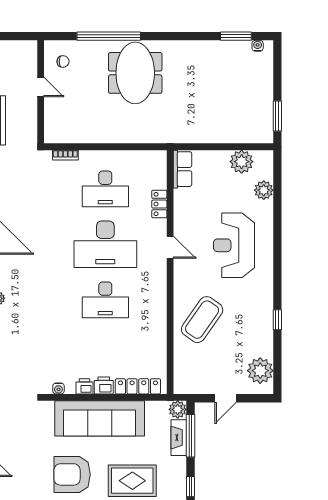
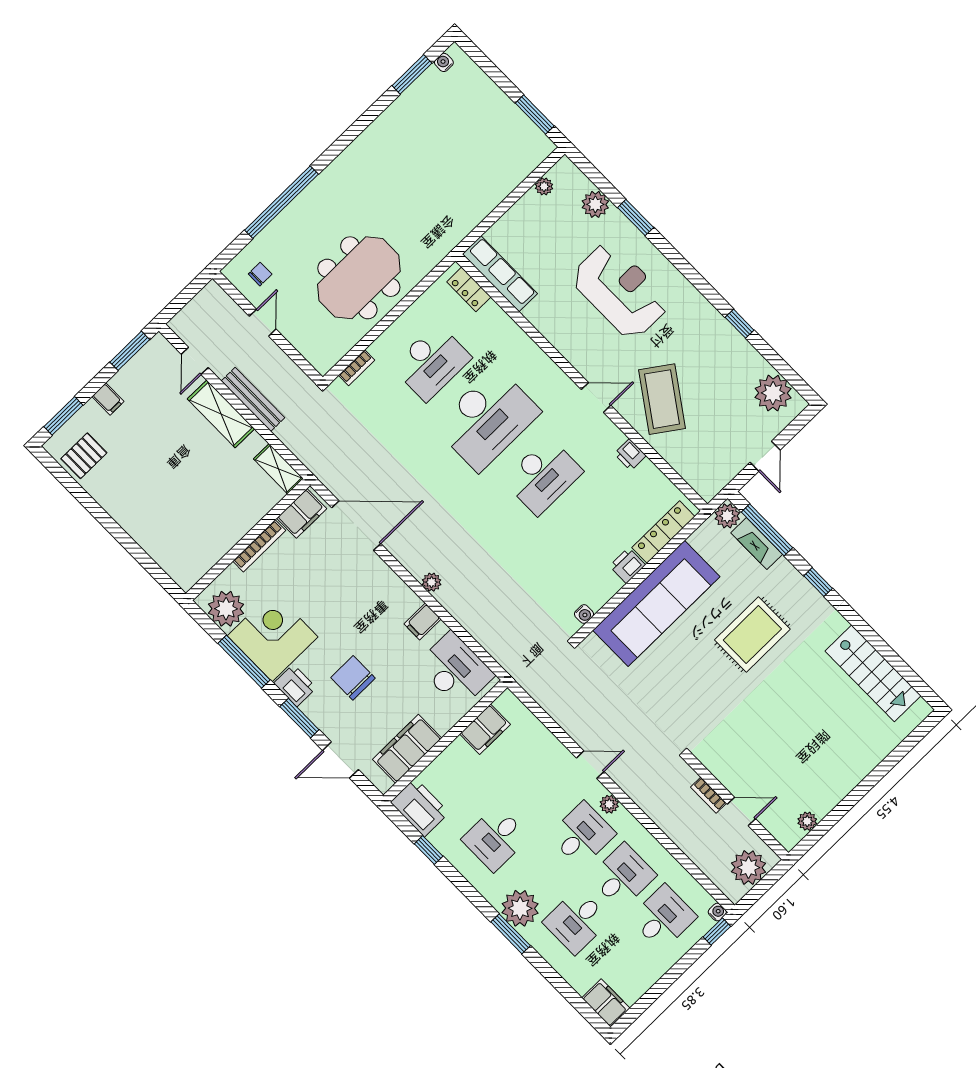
meeting table: (135, 73) -> (359, 278), moved, turned 90
door: (41, 87) -> (263, 323), hinge flipped
plant: (242, 162) -> (544, 186), width x0.53, depth x0.53
row of seats: (182, 169) -> (500, 274), width x1.48
locker: (159, 204) -> (469, 289), moved
window: (277, 216) -> (636, 218), added
reception desk: (234, 245) -> (620, 291), turned 180
door: (170, 247) -> (596, 397), moved
printer: (85, 386) -> (630, 455), moved, turned -90
armchair: (72, 474) -> (684, 689), removed

